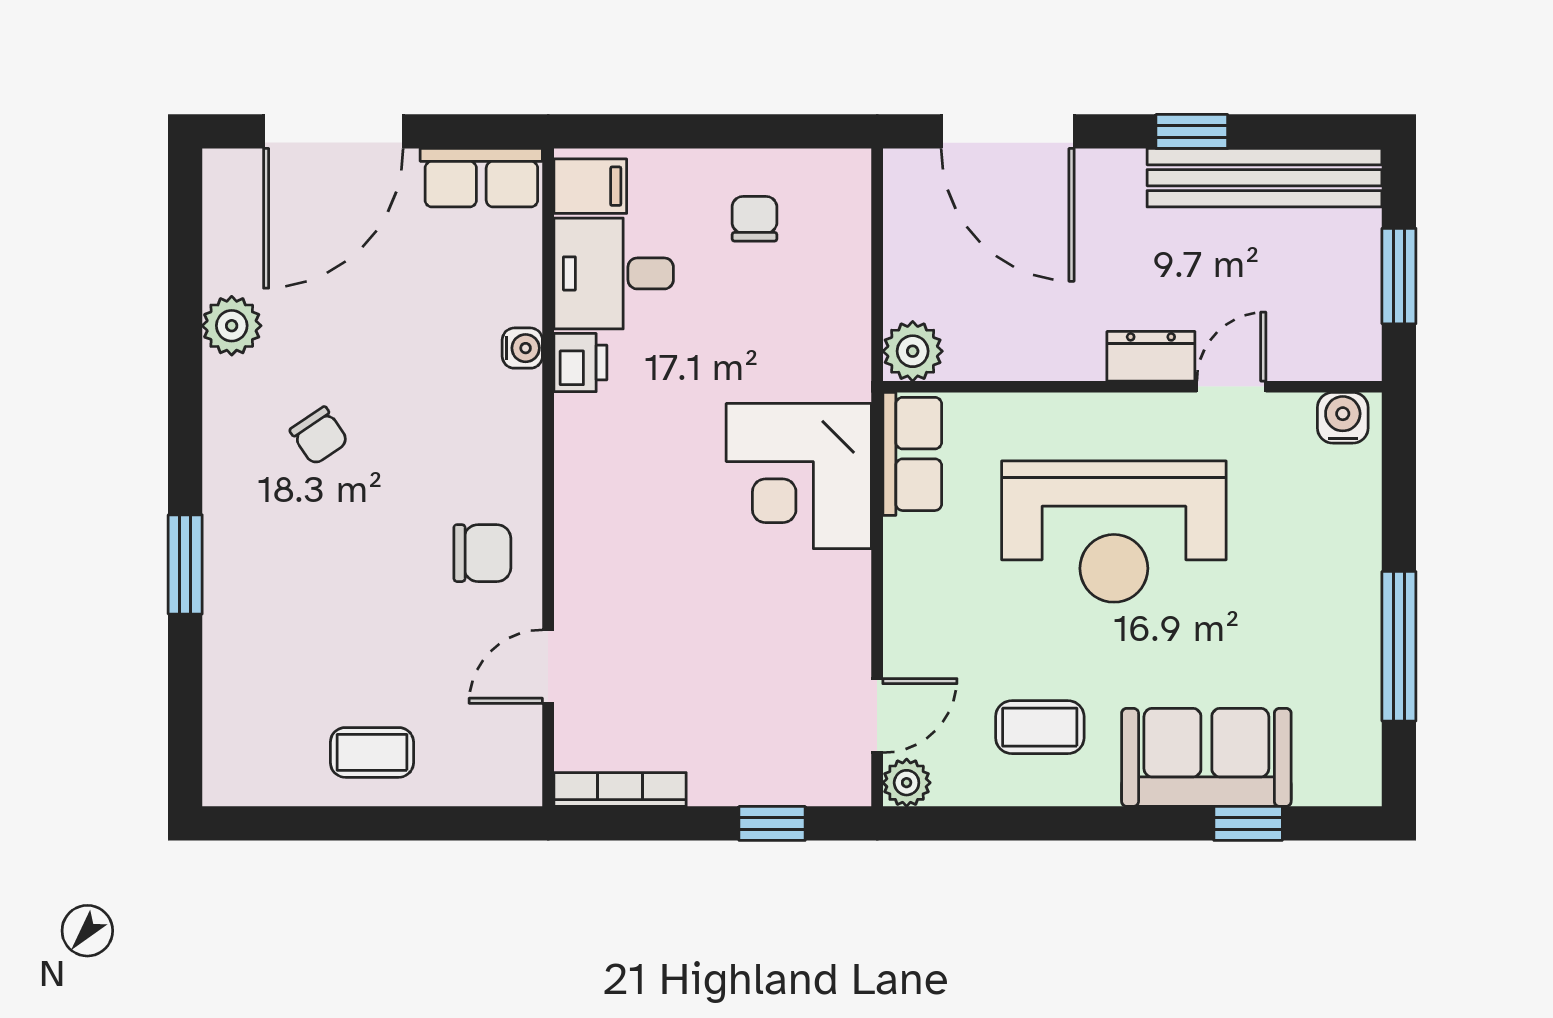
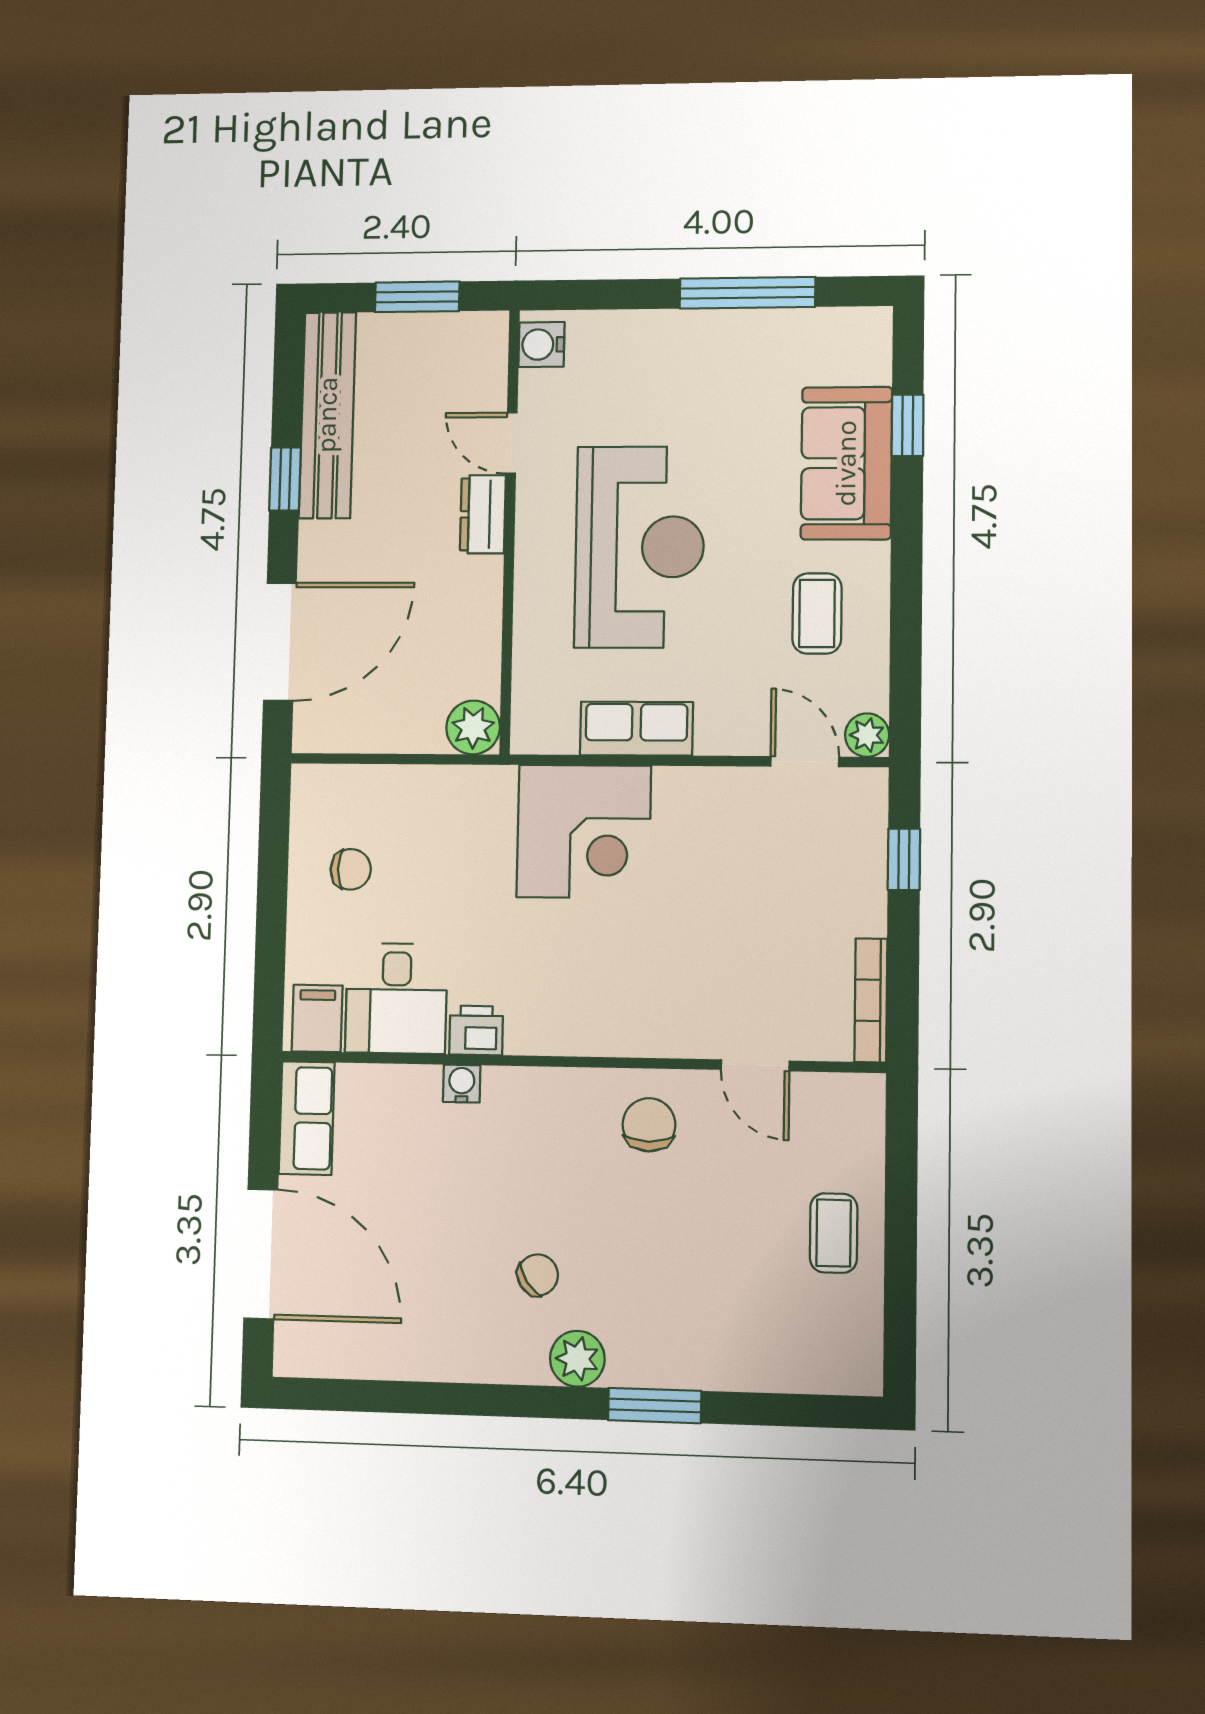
chair: (754, 219) -> (351, 869), turned 180
plant: (232, 326) -> (577, 1359), moved
row of seats: (912, 454) -> (636, 729), moved

